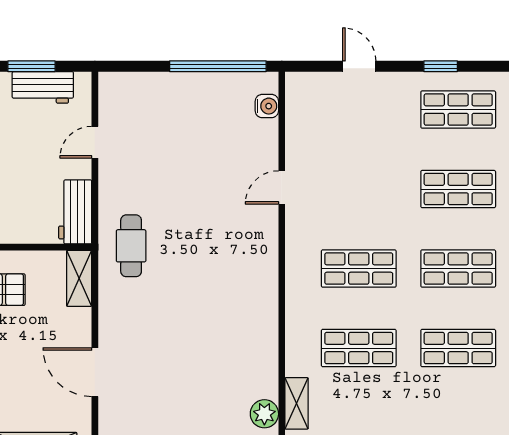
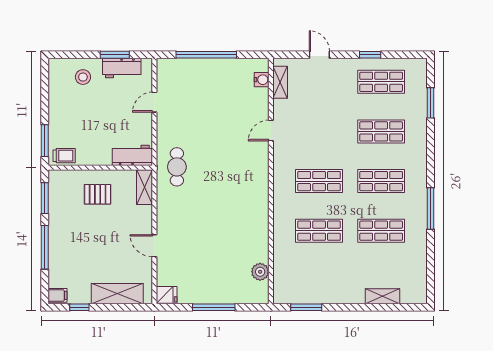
window: (218, 66) -> (206, 55), moved
workbench: (75, 212) -> (132, 155), moved, turned 90
door: (95, 372) -> (154, 246), width x0.73
shelving: (297, 403) -> (280, 82), moved

